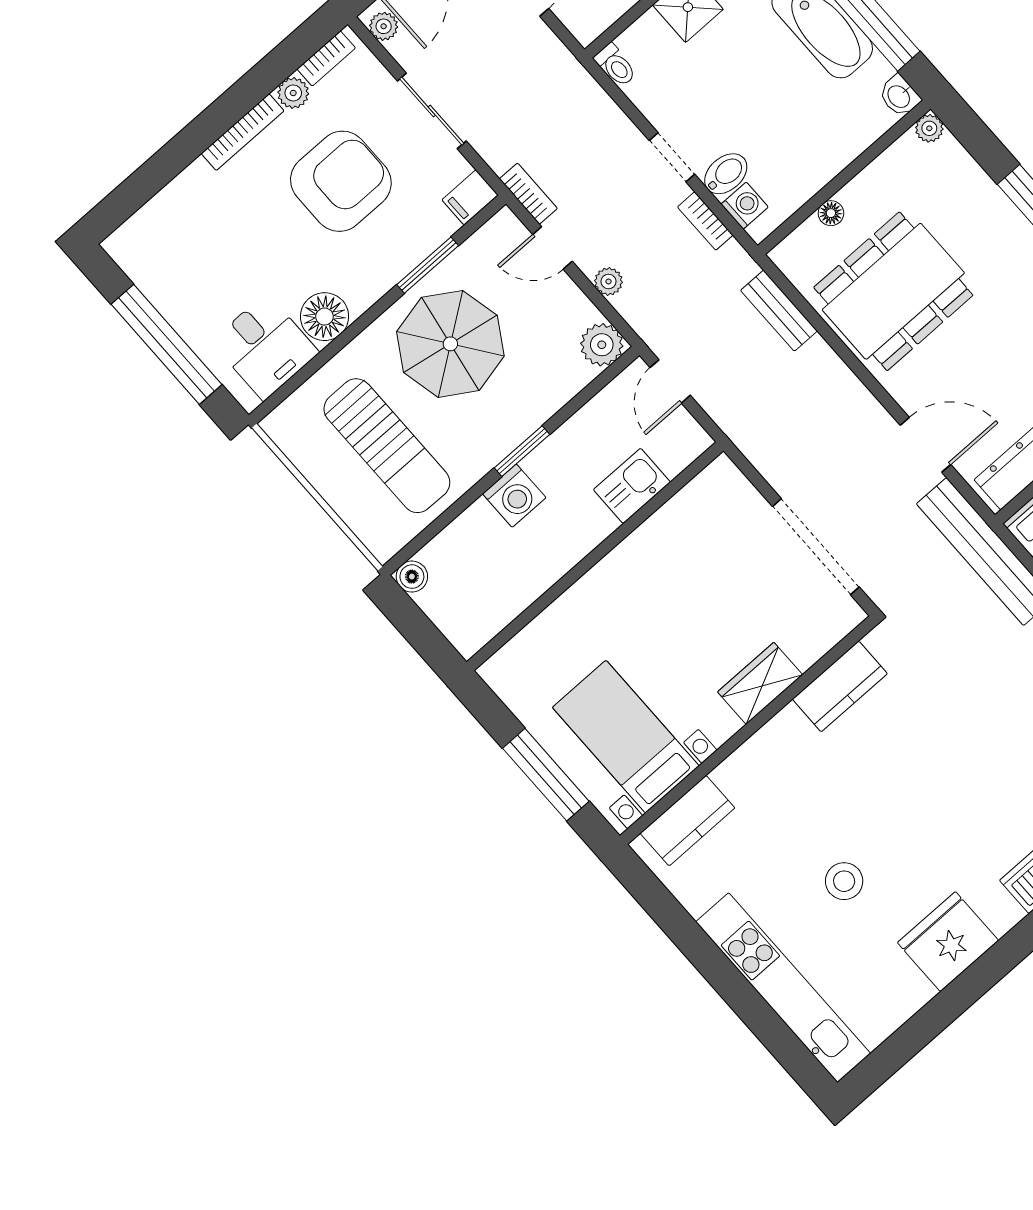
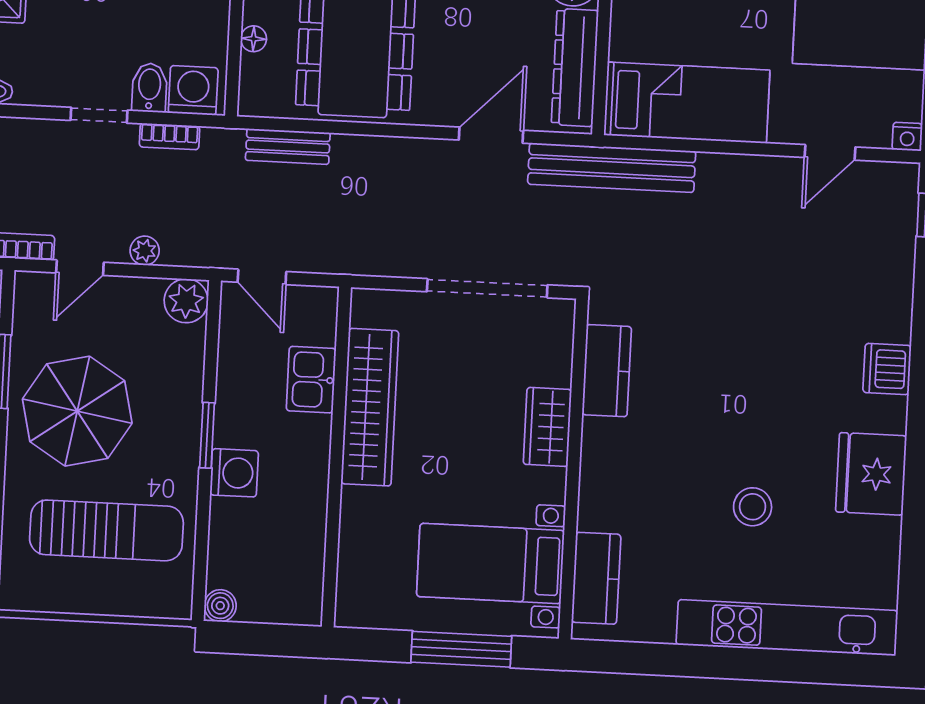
washing machine: (745, 206) -> (193, 90), width x1.38, depth x1.38
wardrobe: (653, 546) -> (370, 407), added

